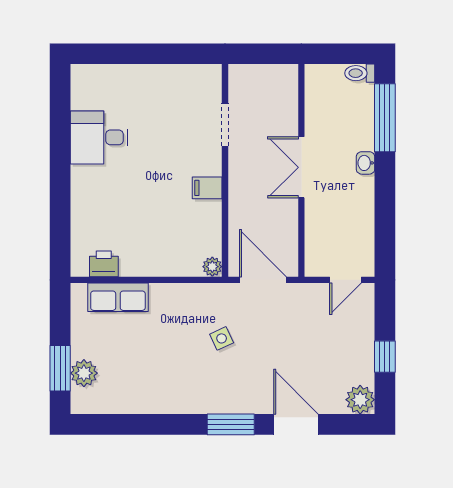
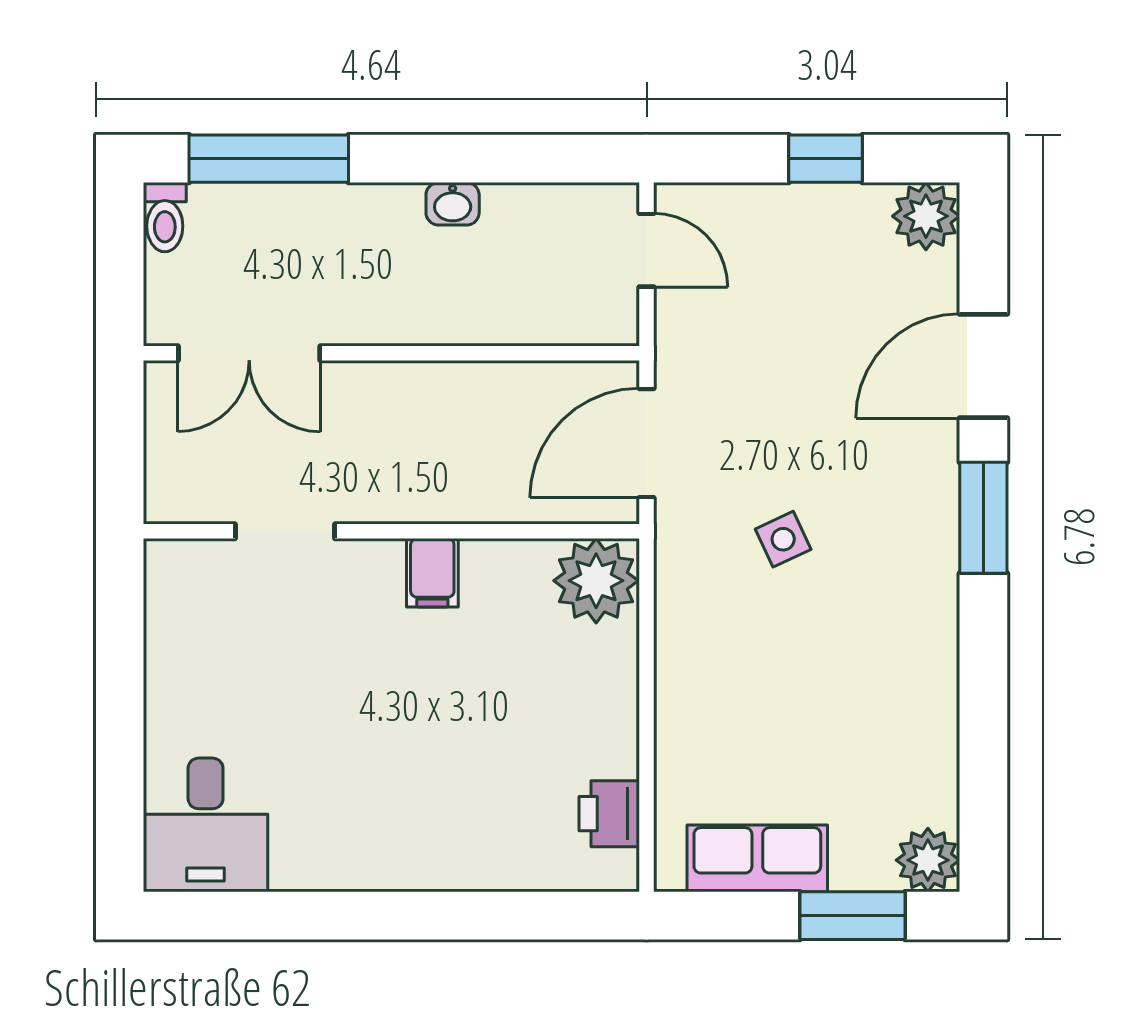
desk: (99, 137) -> (206, 825), moved
washbasin: (365, 163) -> (453, 204), moved
double door: (301, 167) -> (249, 353), moved
plant: (212, 267) -> (596, 581), width x1.87, depth x1.87
row of seats: (118, 297) -> (757, 858), moved, turned -90
plant: (84, 373) -> (928, 860), moved

